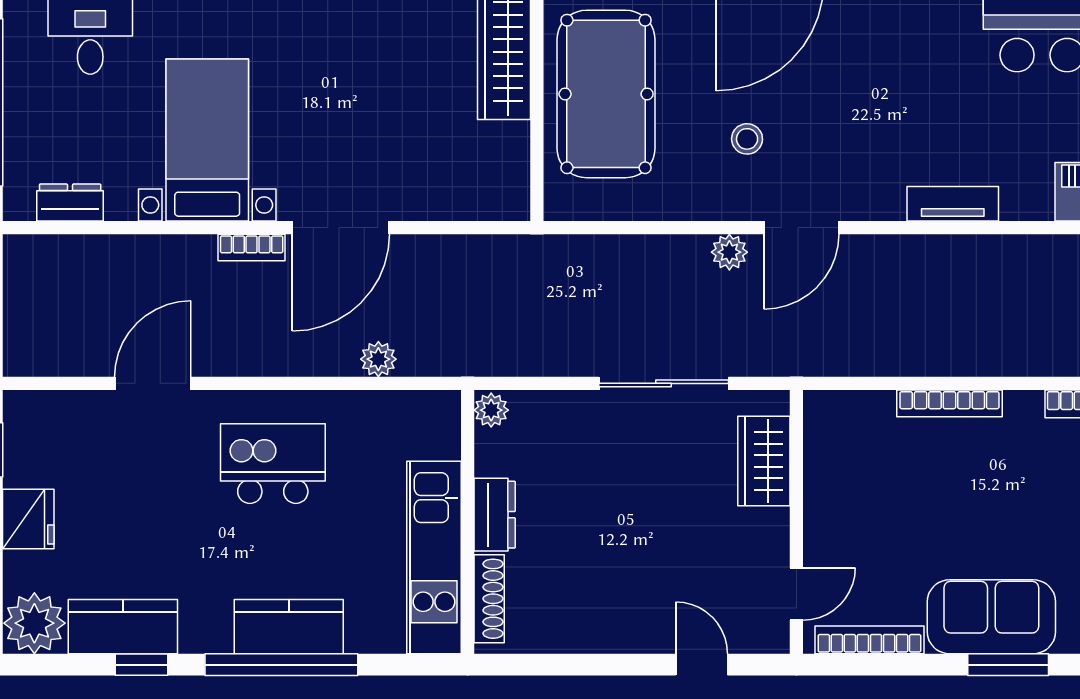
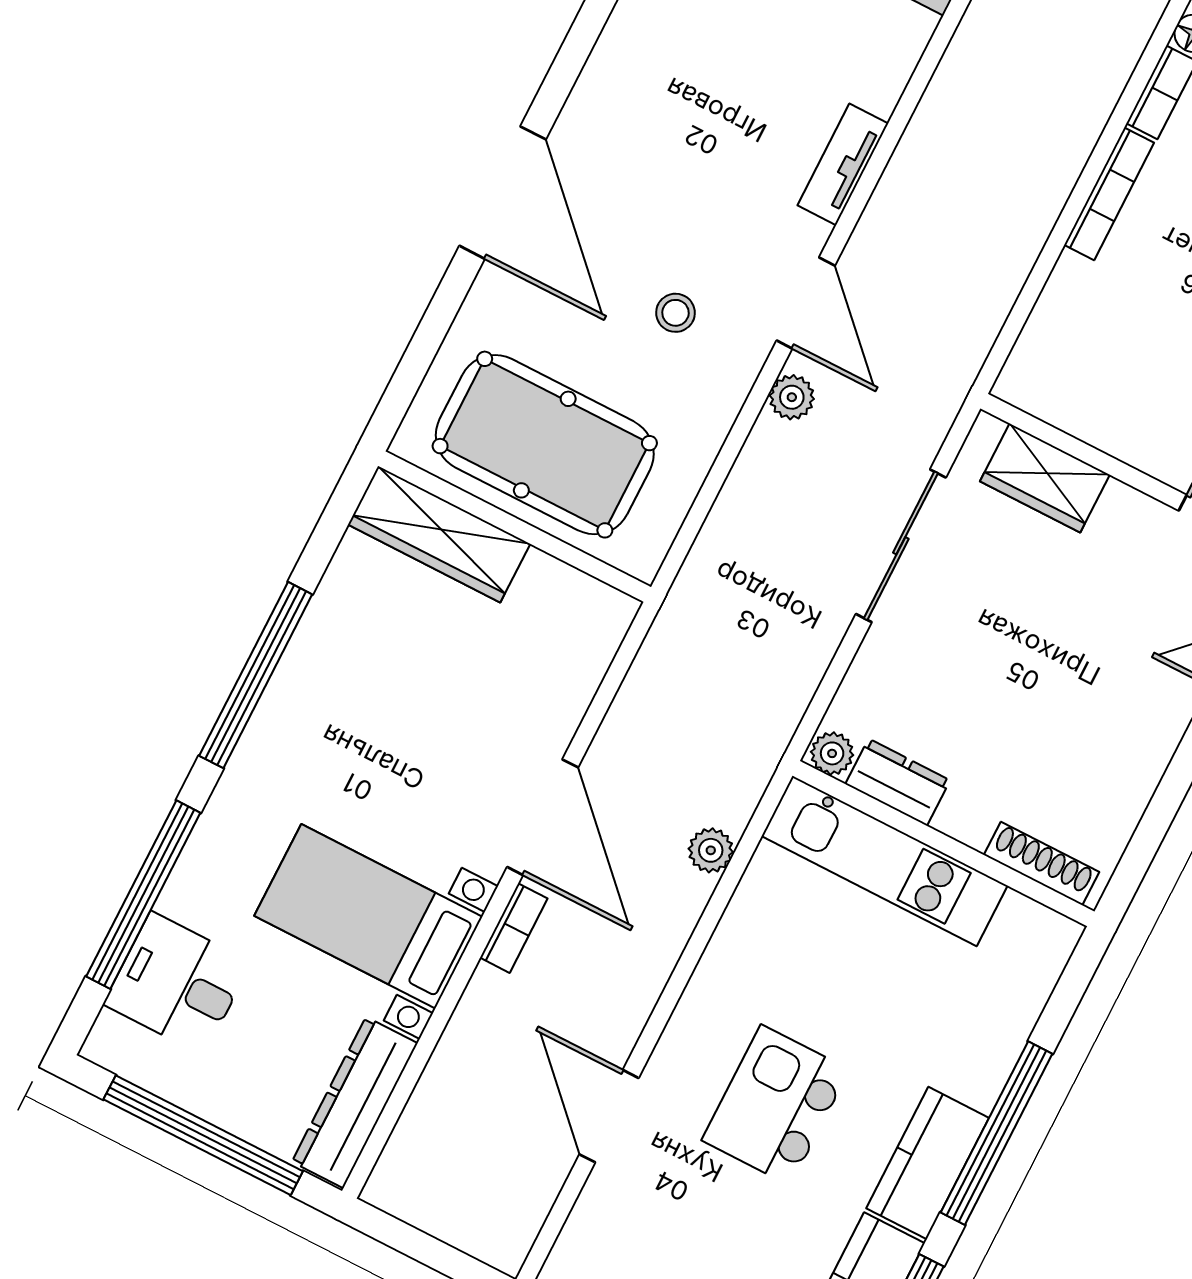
dresser: (70, 203) -> (355, 1102), width x1.96, depth x1.24
tv unit: (953, 204) -> (843, 164), moved
bookcase: (949, 403) -> (1109, 194), moved
kitchen island: (273, 464) -> (776, 1105), moved
dresser: (495, 515) -> (898, 782), moved
kitchen unit: (434, 557) -> (885, 861), moved
kitchen counter: (289, 627) -> (928, 1163), moved

